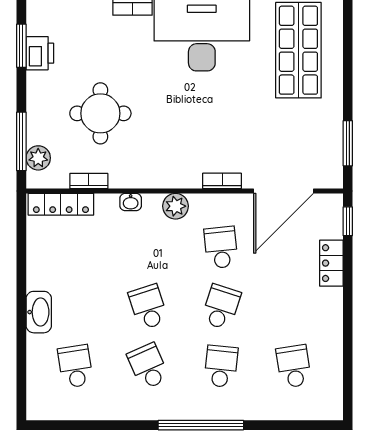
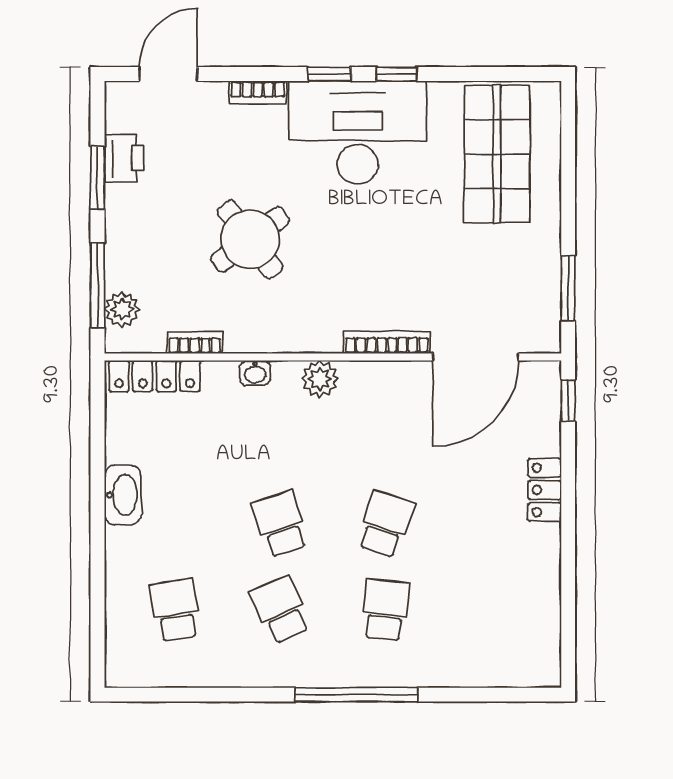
window: (21, 46) -> (98, 178), moved
round table: (100, 113) -> (250, 239), moved, turned -37
bookcase: (222, 181) -> (387, 342), width x1.56
school desk: (221, 247) -> (385, 438), removed
locker: (331, 263) -> (545, 490), moved
washbasin: (39, 312) -> (123, 495), moved
school desk: (294, 366) -> (490, 610), removed

